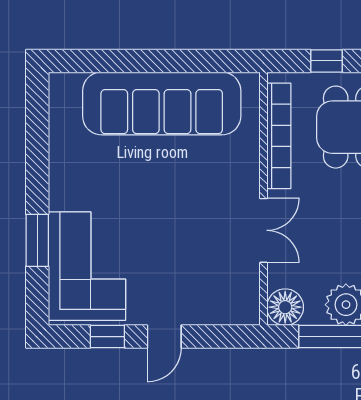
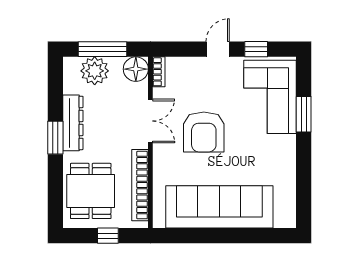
armchair: (185, 214) -> (204, 132), added
double door: (264, 230) -> (150, 121), swing flipped
bookcase: (251, 303) -> (159, 72), added

